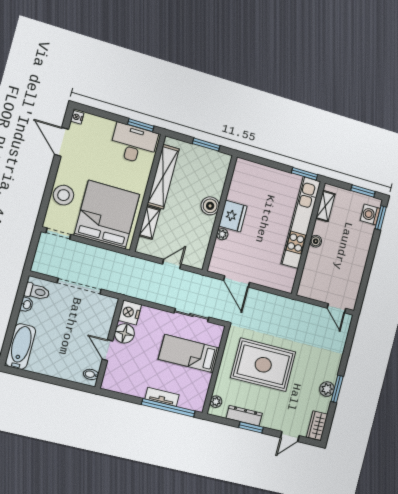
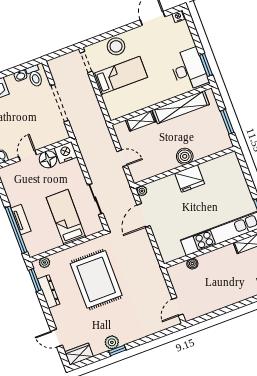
bed: (107, 215) -> (120, 76), width x0.49
plant: (222, 234) -> (142, 191), moved
boiler: (316, 241) -> (192, 264), moved
window: (337, 389) -> (117, 350), width x0.67
window: (251, 427) -> (35, 280), moved

